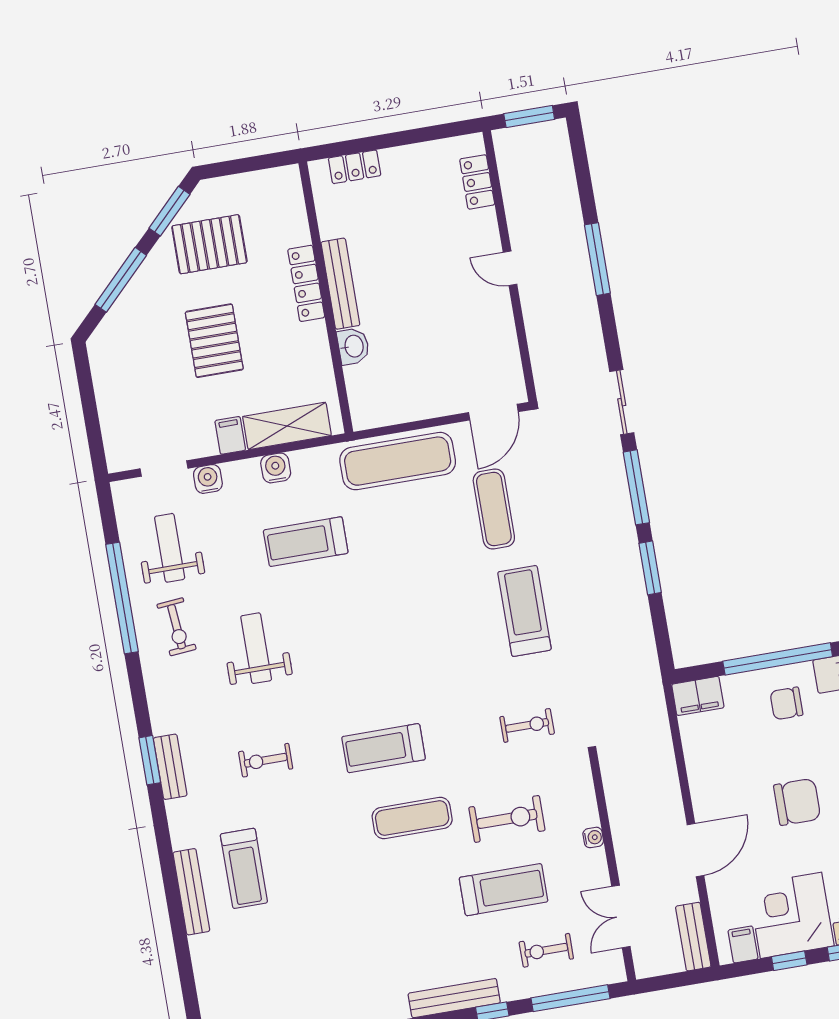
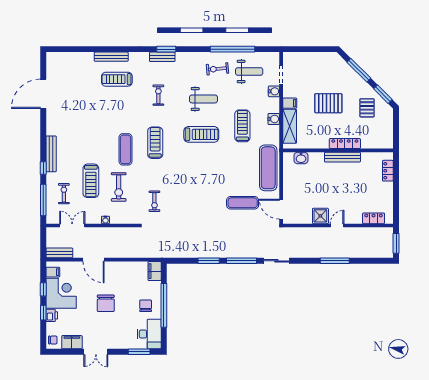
pallet: (209, 244) -> (367, 108), width x0.67, depth x0.71
shower: (494, 313) -> (320, 216), added
washbasin: (353, 346) -> (301, 158), moved
treadmill: (524, 611) -> (201, 134), moved

